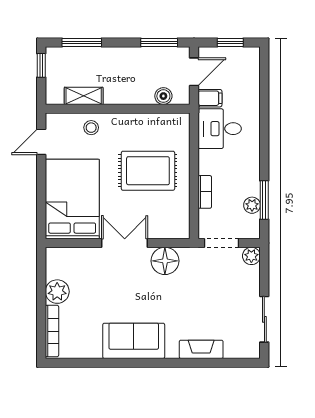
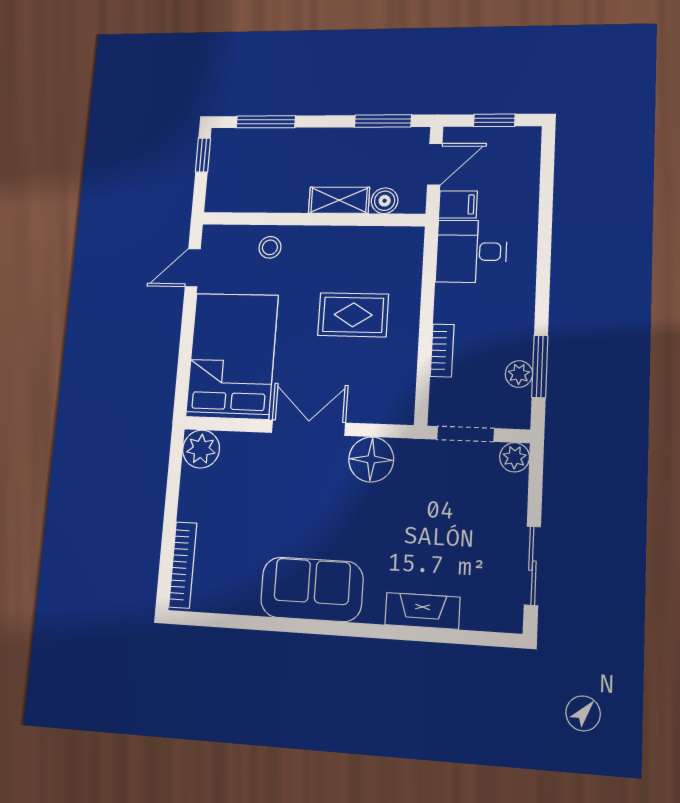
shelving: (84, 96) -> (339, 200), moved
rug: (148, 171) -> (353, 315), width x0.73, depth x0.70
plant: (57, 292) -> (201, 449), moved

